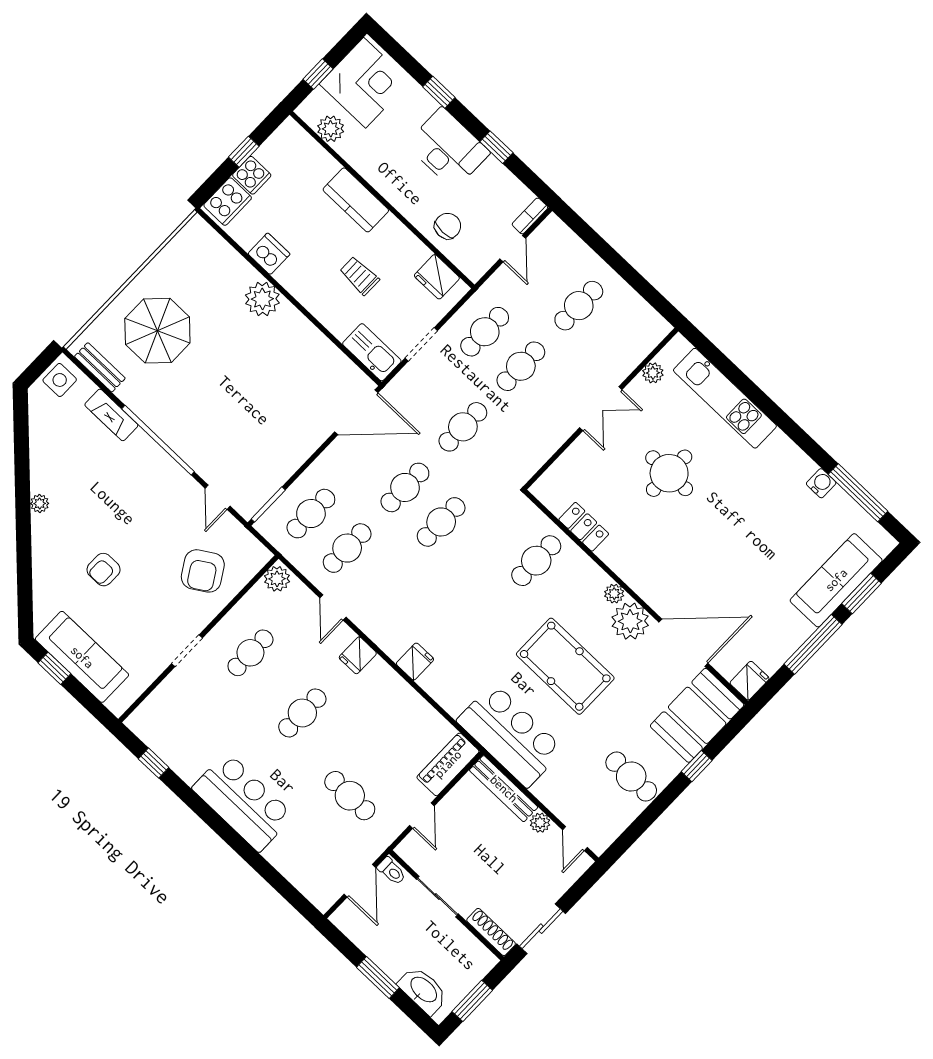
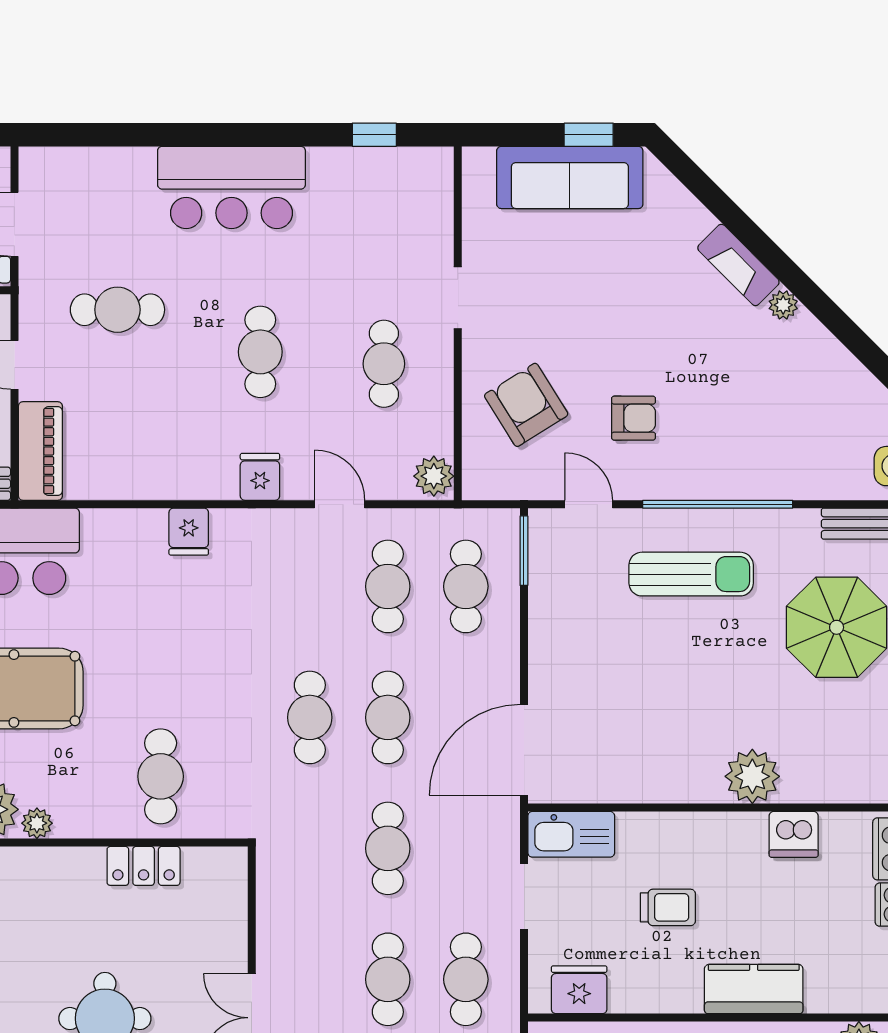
fireplace: (111, 415) -> (738, 265), moved, turned -135
sun lounger: (201, 420) -> (691, 574), added
armchair: (104, 570) -> (633, 418), moved, turned 90

